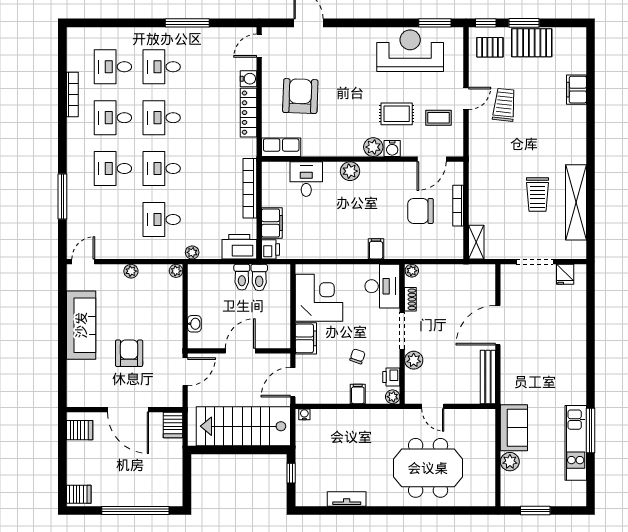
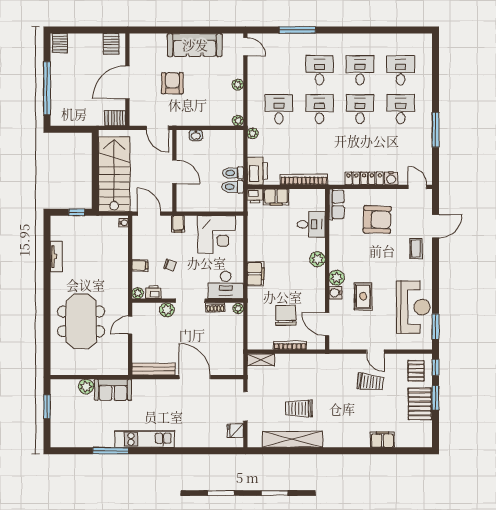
bookcase: (72, 95) -> (378, 38), removed
coffee table: (438, 118) -> (416, 249), moved
filing cabinet: (376, 249) -> (255, 274), width x2.00
filing cabinet: (306, 338) -> (178, 224), width x0.50
armchair: (129, 353) -> (172, 83), turned -90
kitchen unit: (576, 443) -> (145, 439), moved

